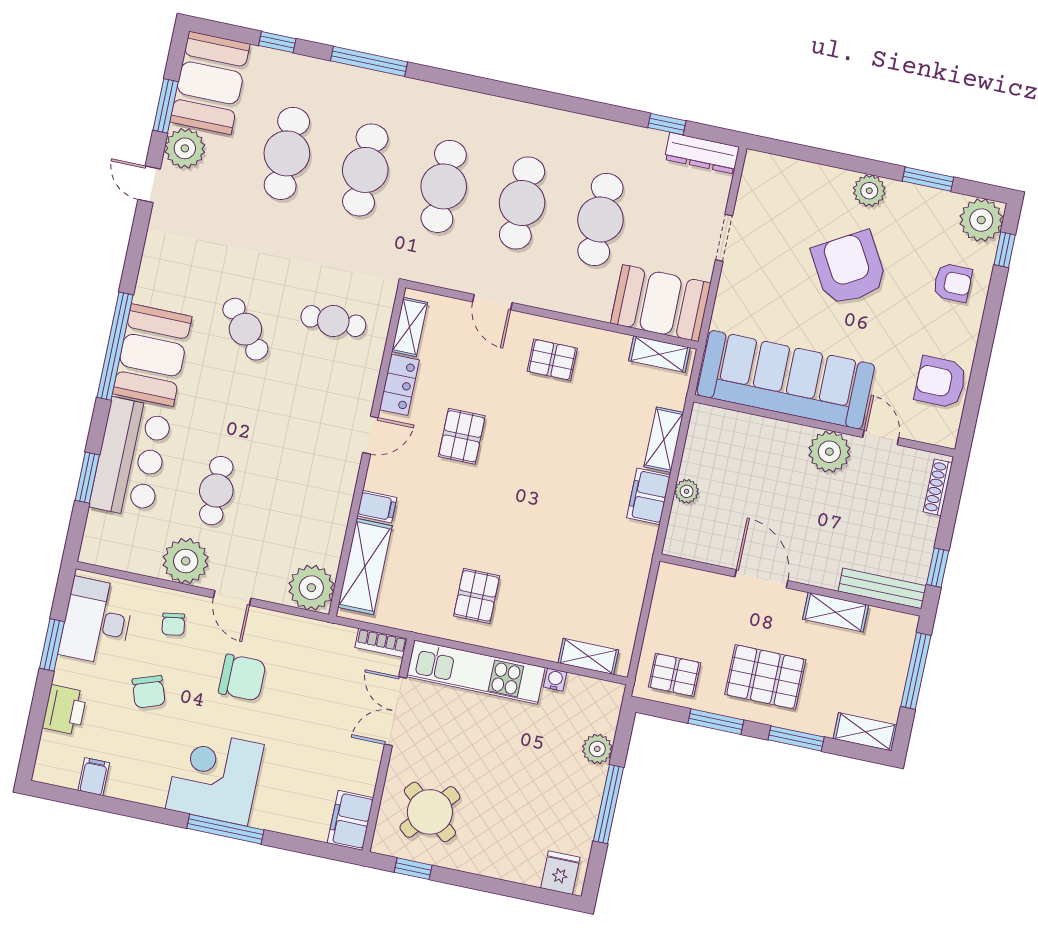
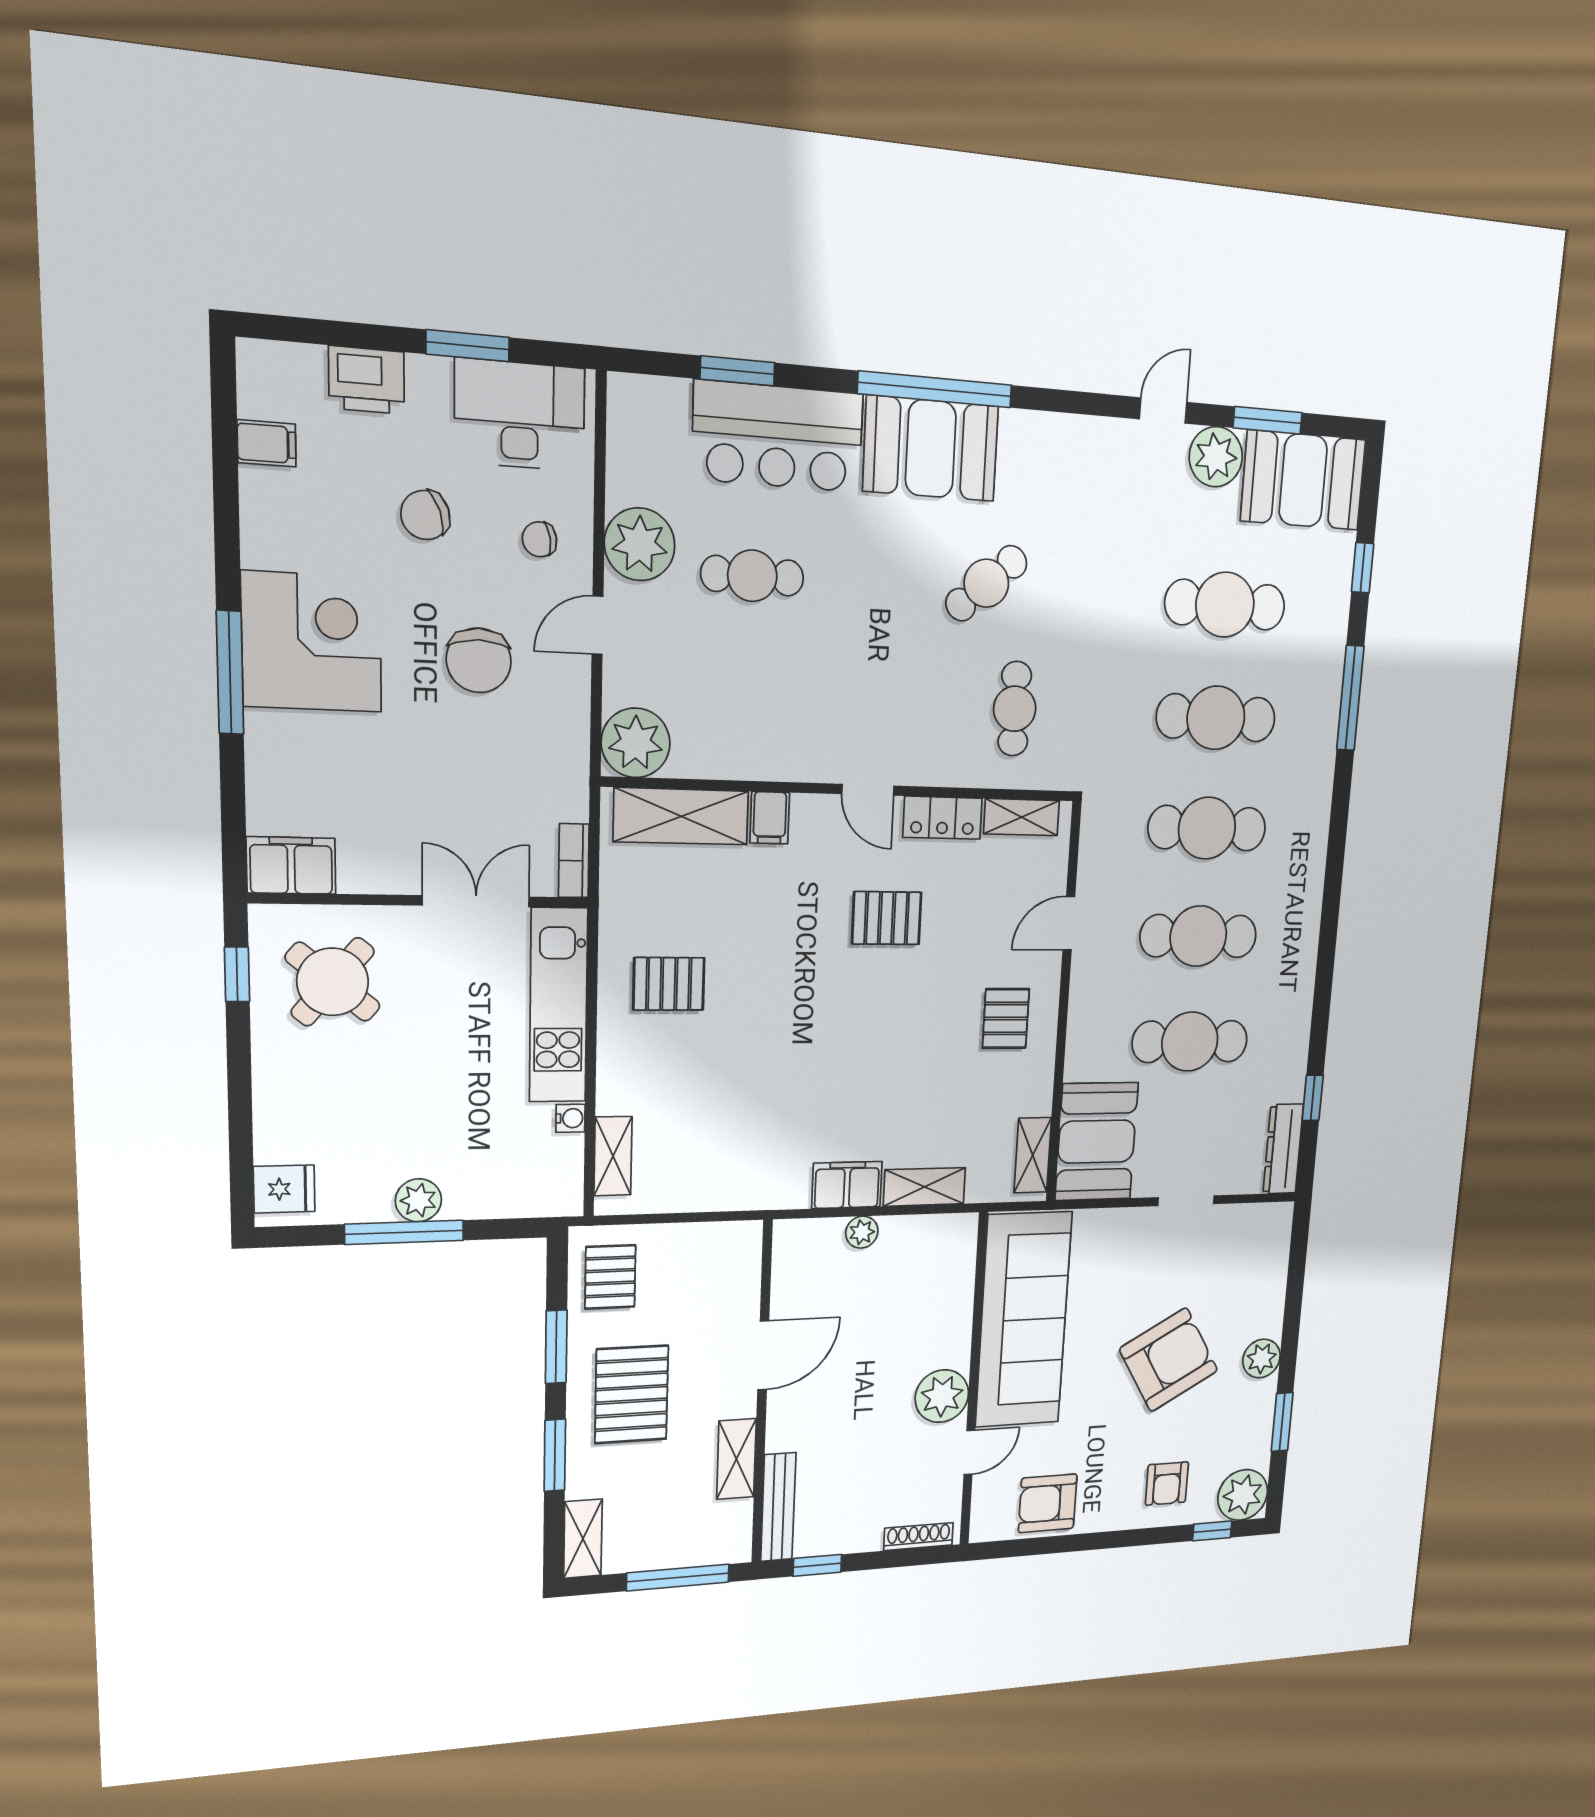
armchair: (941, 382) -> (1048, 1503), turned -90
plant: (597, 749) -> (418, 1200), moved

